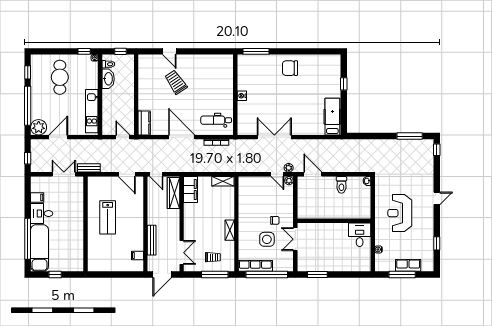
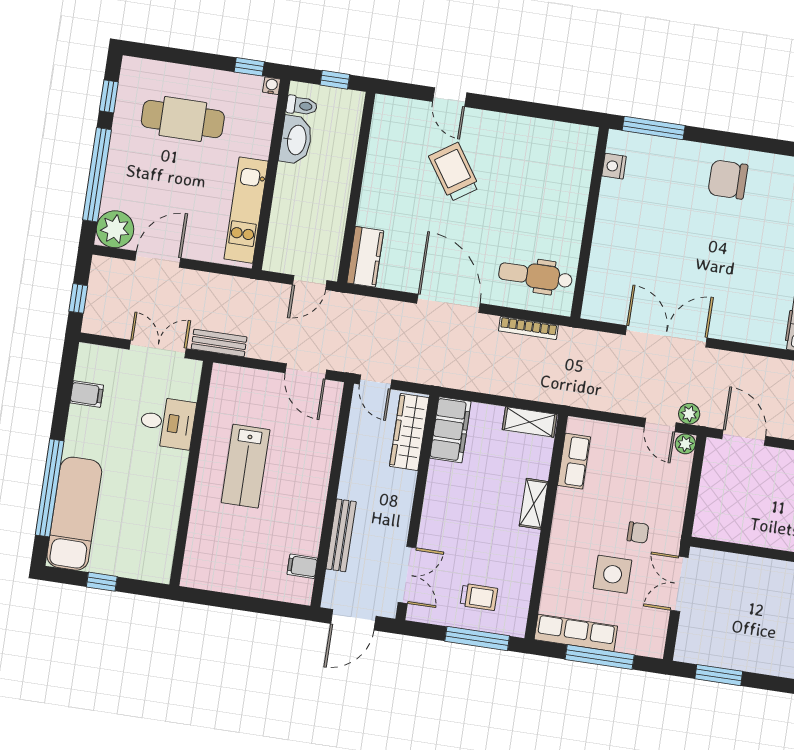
cafe table: (60, 77) -> (183, 119), turned 90
nightstand: (242, 96) -> (614, 166), moved
door: (123, 137) -> (310, 282), swing flipped
row of seats: (244, 195) -> (574, 461), added
desk: (42, 214) -> (167, 423), moved, turned 180
shelving: (230, 230) -> (534, 504), moved
window: (267, 275) -> (600, 657), width x0.68

